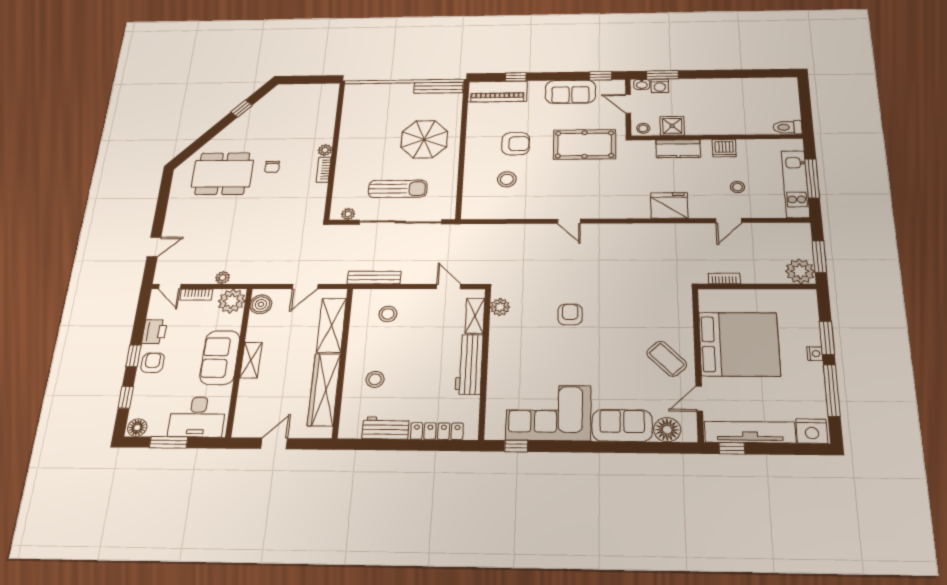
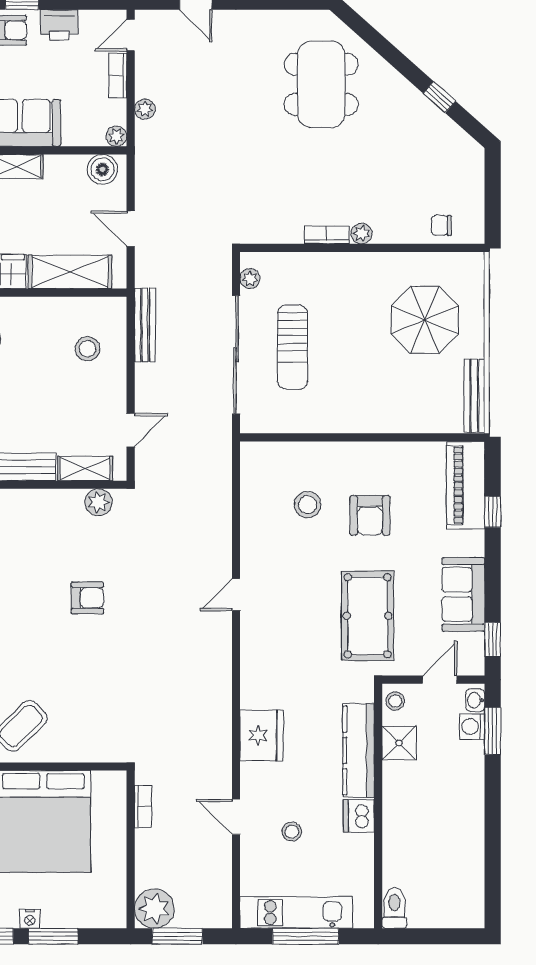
parasol: (424, 139) -> (425, 320), moved
kitchen counter: (678, 149) -> (358, 750), width x1.50
chair: (272, 167) -> (441, 225), moved
plant: (232, 301) -> (116, 136), width x0.53, depth x0.53

